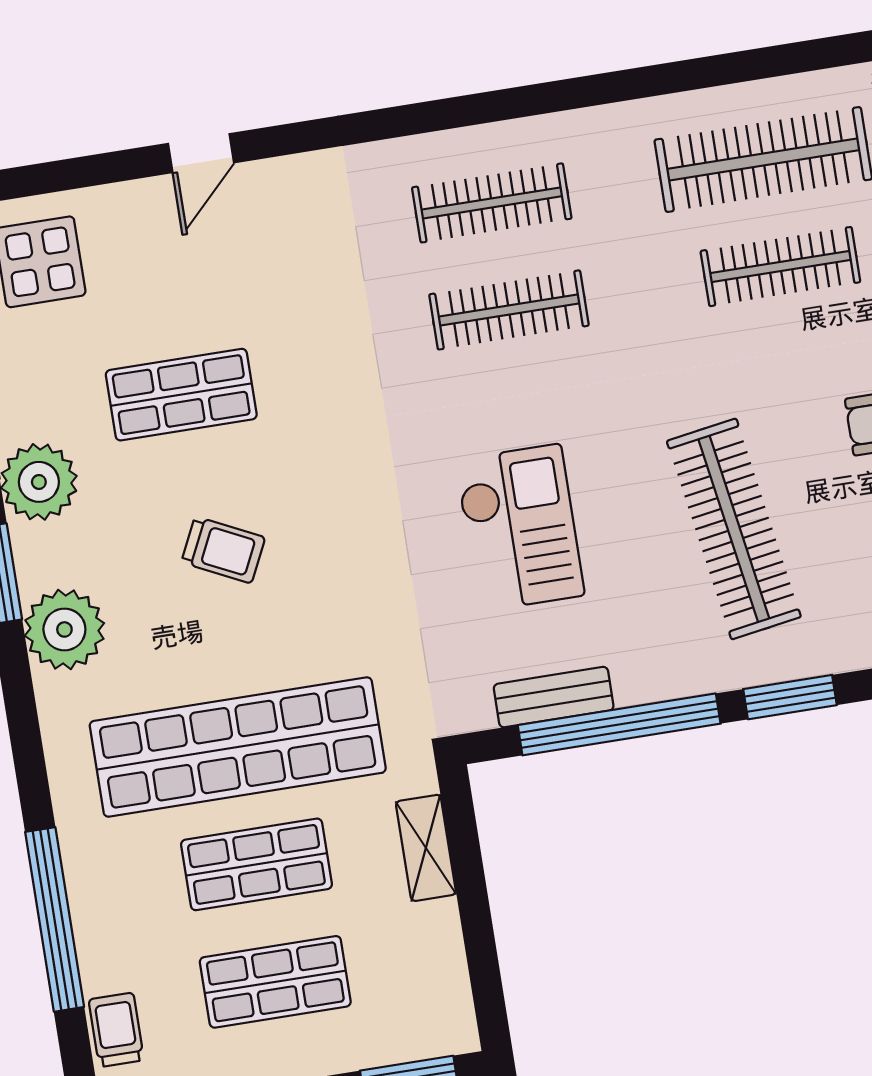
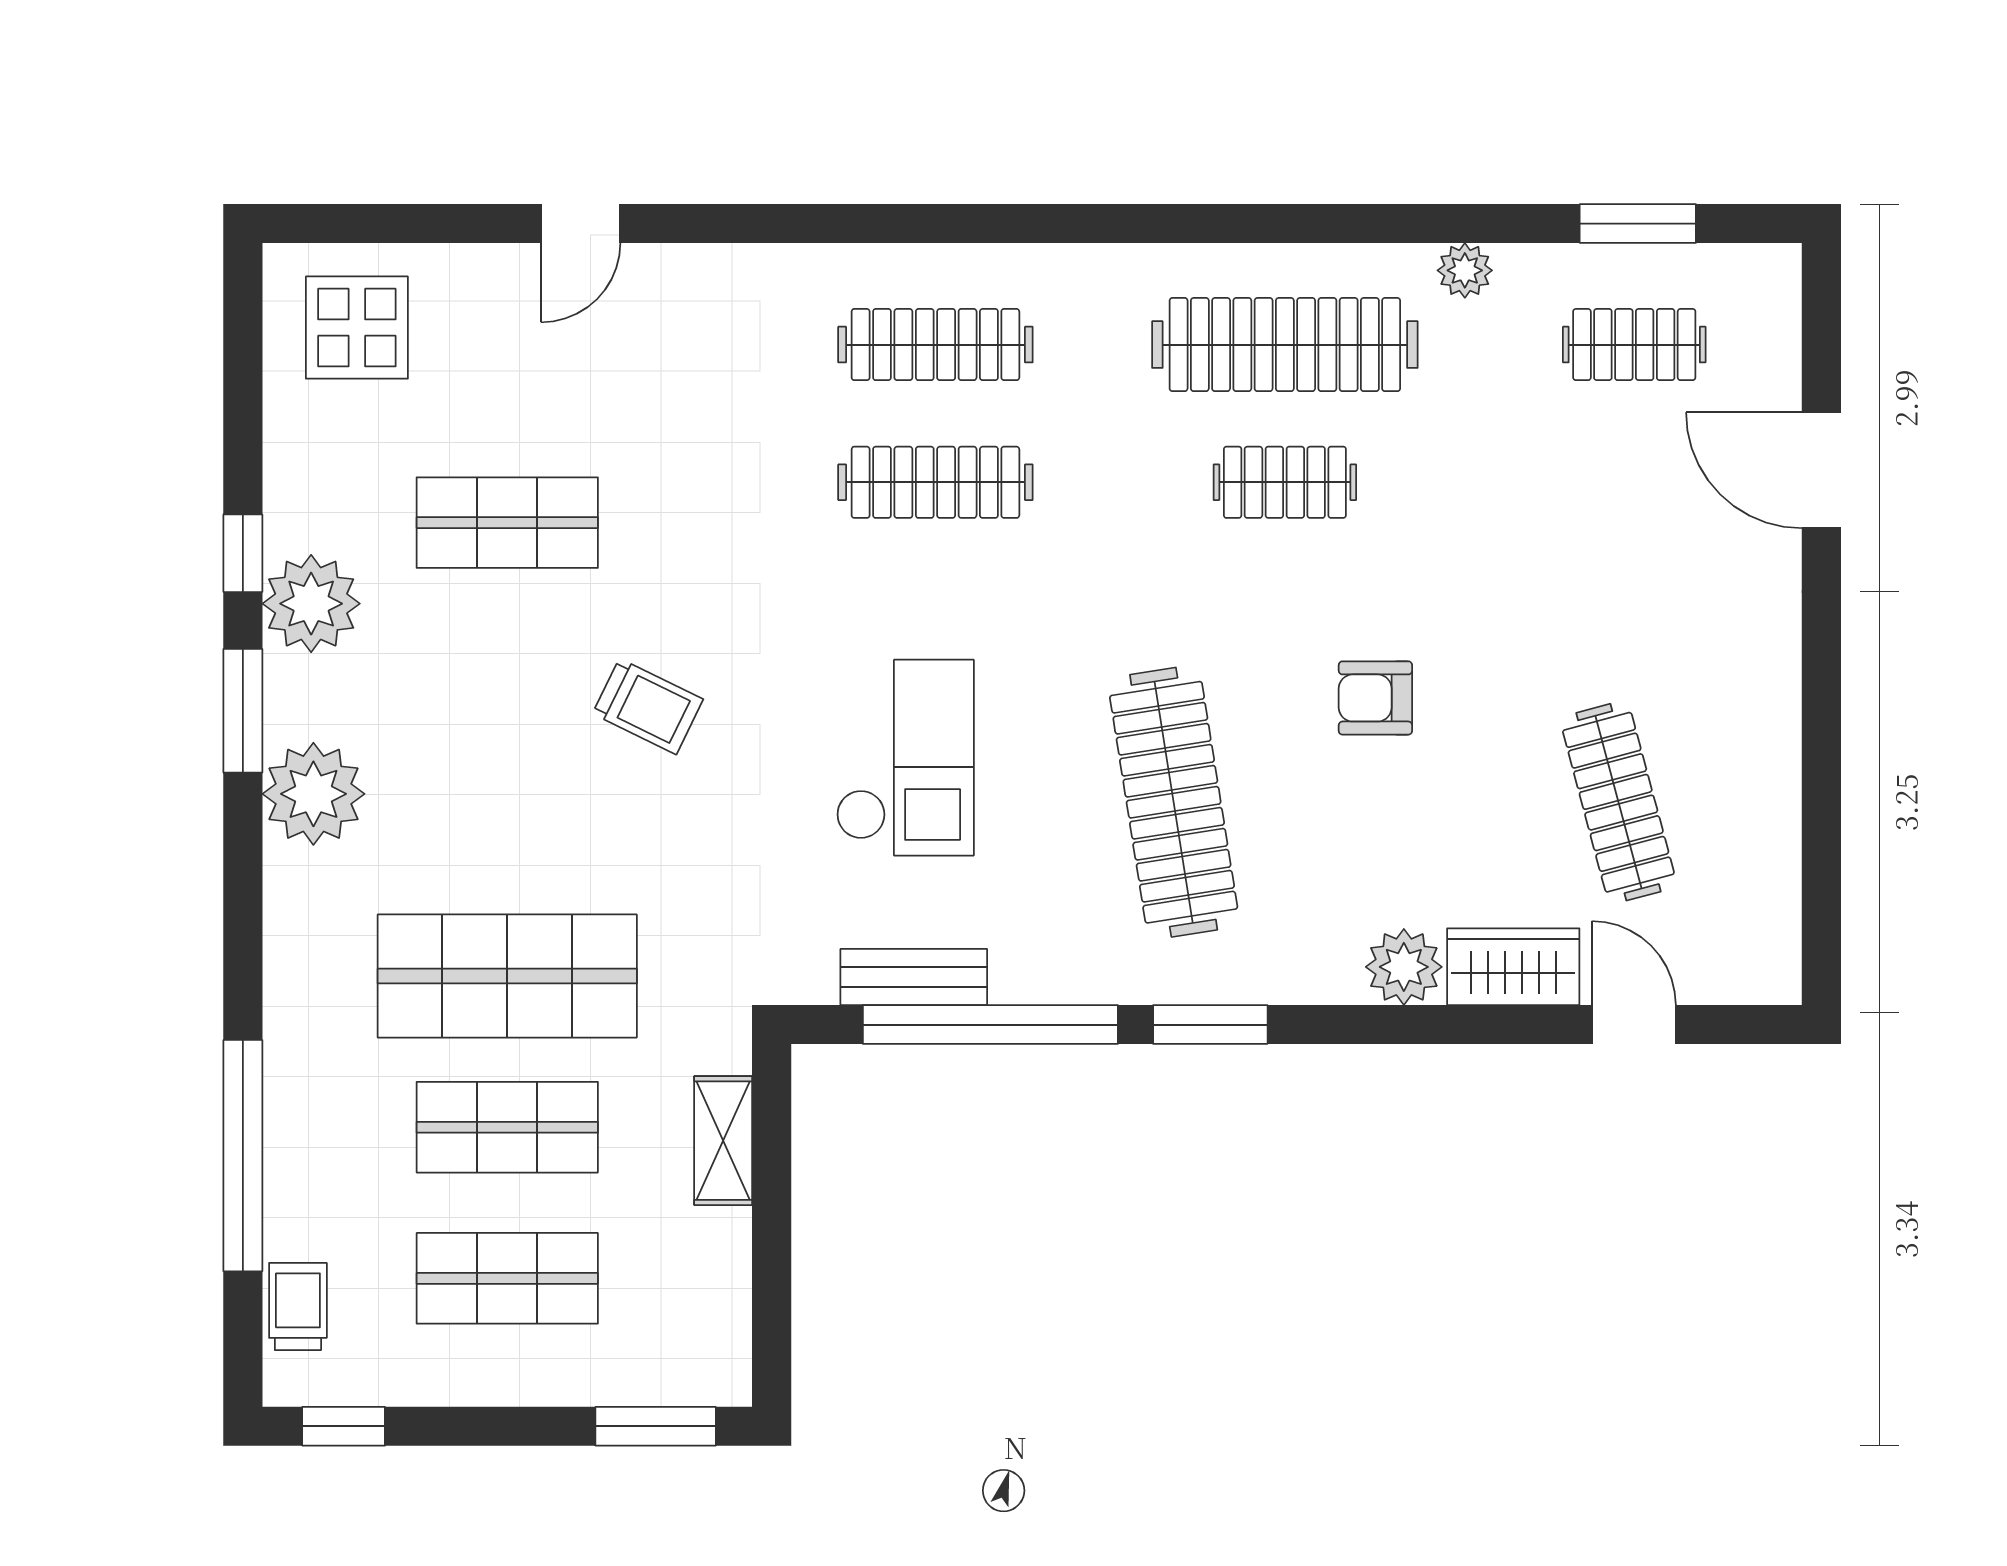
clothes rail: (780, 267) -> (1285, 482), width x0.73
trolley: (223, 550) -> (648, 706), moved
shop shelf: (238, 747) -> (507, 976), width x0.71

